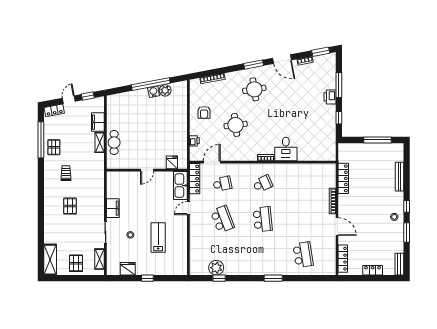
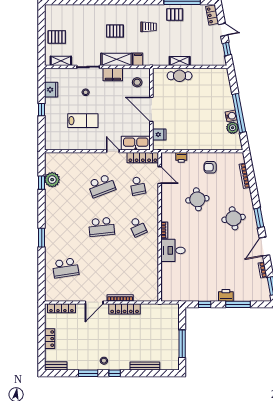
filing cabinet: (98, 122) -> (138, 59), moved, width x0.50
door: (147, 170) -> (151, 109), width x1.88
locker: (343, 178) -> (125, 309), moved
stool: (120, 184) -> (137, 82), added
shelving: (50, 260) -> (117, 59), moved

